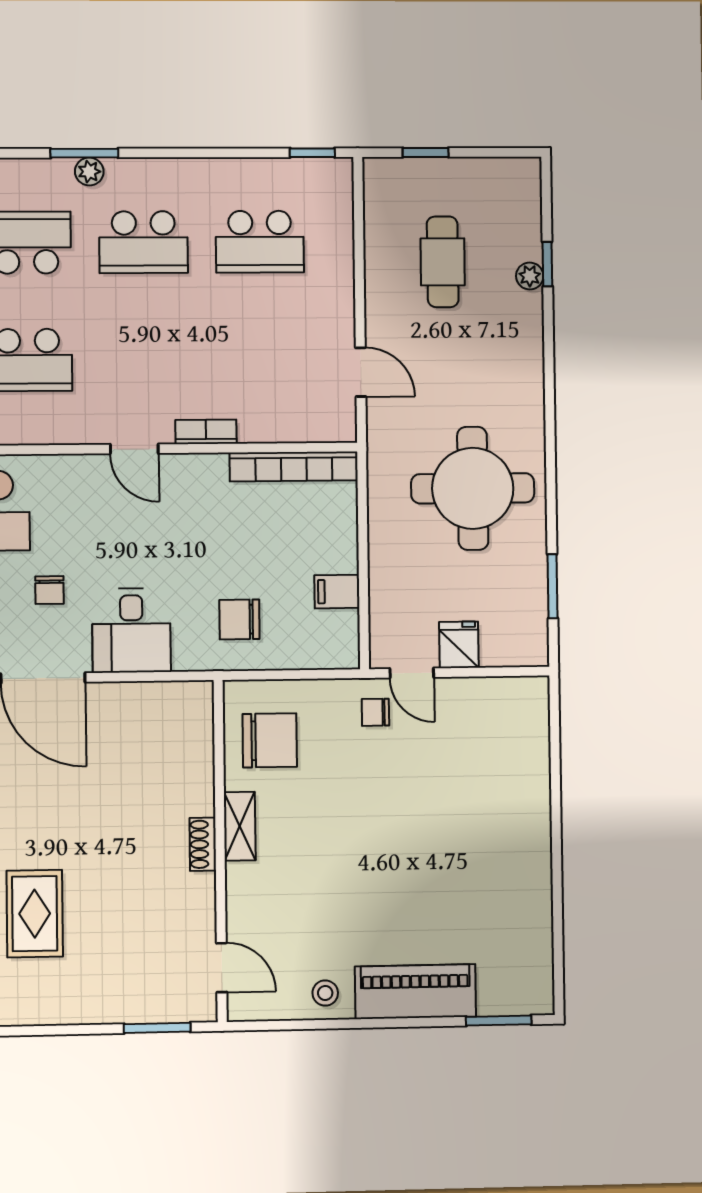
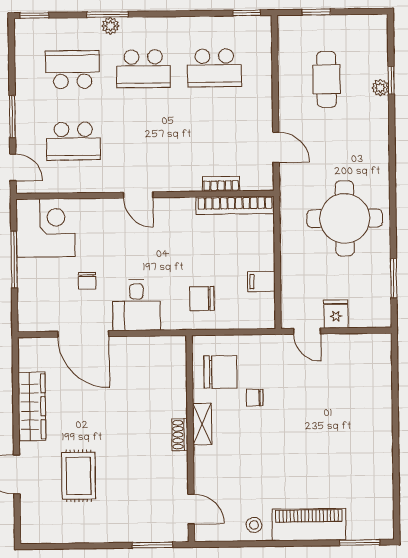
bookcase: (206, 432) -> (221, 184), moved
chair: (375, 712) -> (255, 398), moved

